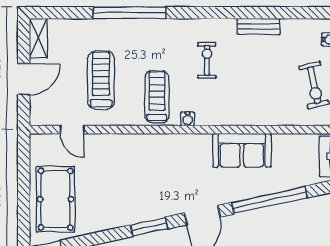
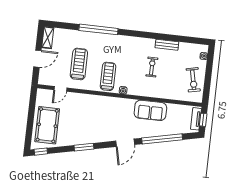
exercise bike: (207, 60) -> (152, 67), moved
door: (72, 130) -> (60, 89), hinge flipped
window: (149, 227) -> (84, 147), moved

